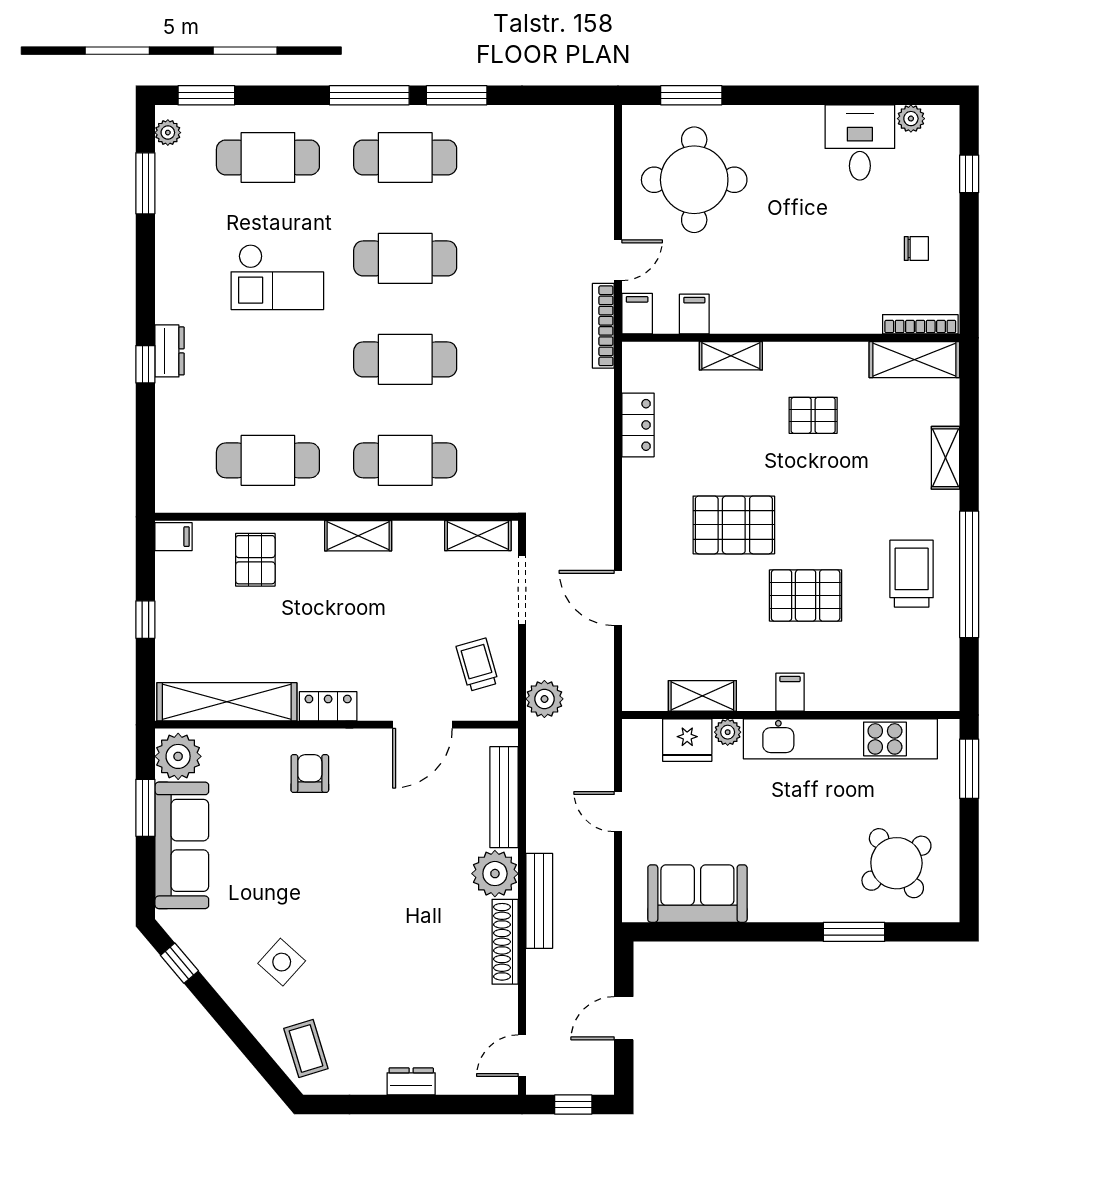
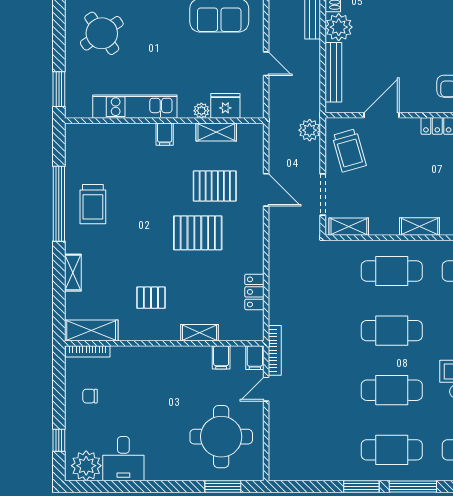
plant: (911, 119) -> (86, 466), width x1.87, depth x1.87
pallet: (806, 595) -> (215, 186), moved
trolley: (477, 665) -> (349, 150), width x1.36, depth x1.39
kitchen unit: (840, 739) -> (135, 107), width x0.73

